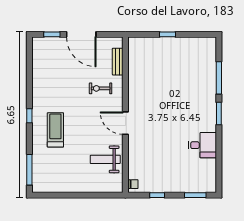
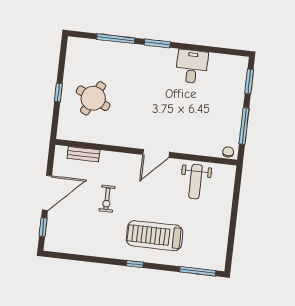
round table: (166, 64) -> (93, 98), added
exercise bike: (101, 88) -> (107, 199), moved
treadmill: (55, 130) -> (155, 236), width x1.37, depth x1.38
window: (157, 195) -> (244, 126), width x2.17

